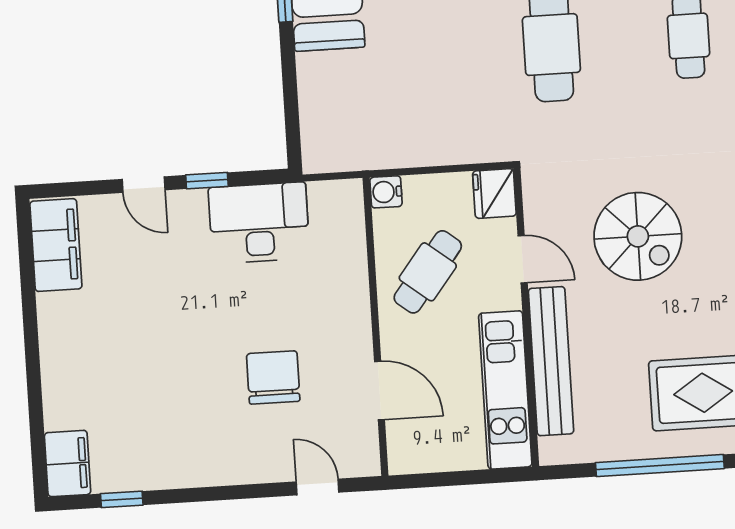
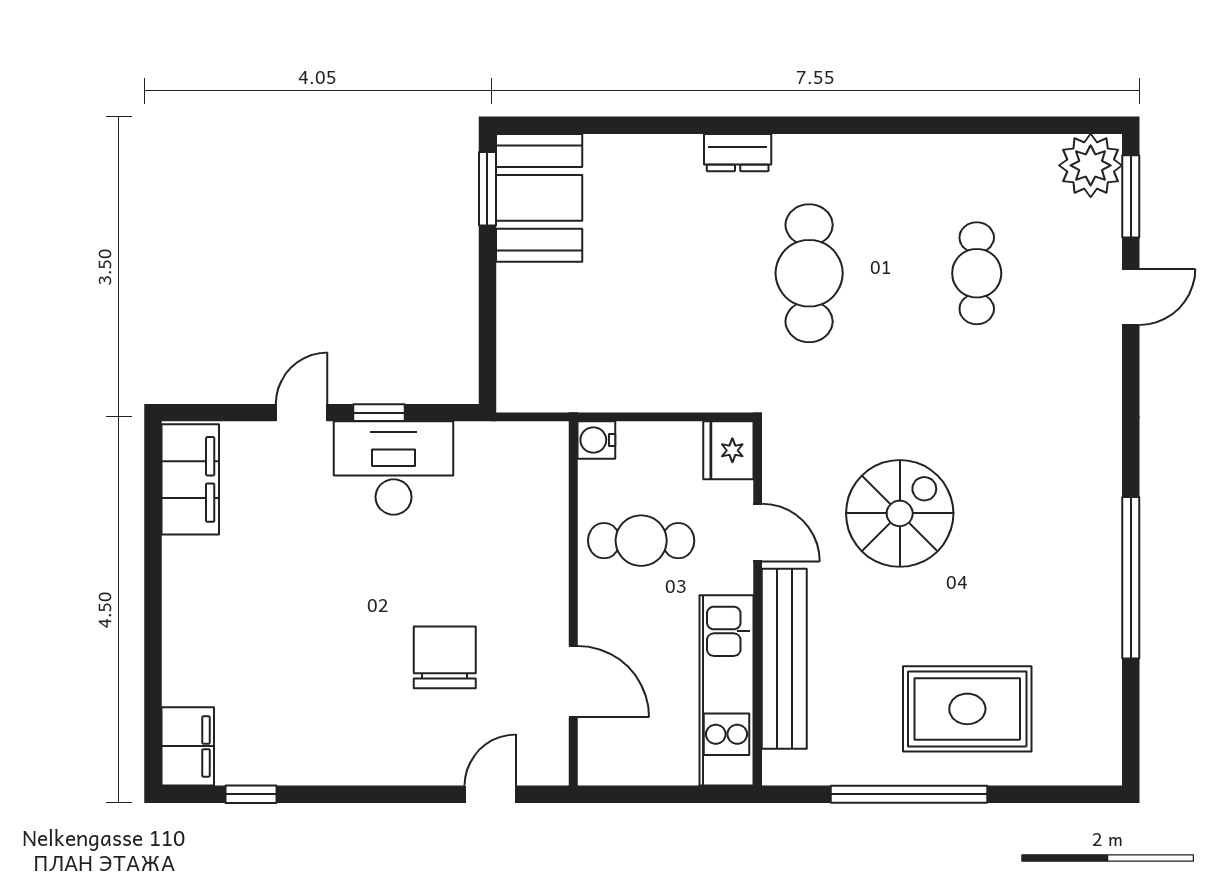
door: (144, 185) -> (302, 413), swing flipped
desk: (259, 223) -> (394, 468), moved
spiral stairs: (638, 236) -> (900, 513), turned -90
cafe table: (428, 272) -> (641, 541), turned 52
door: (318, 487) -> (490, 794), hinge flipped

